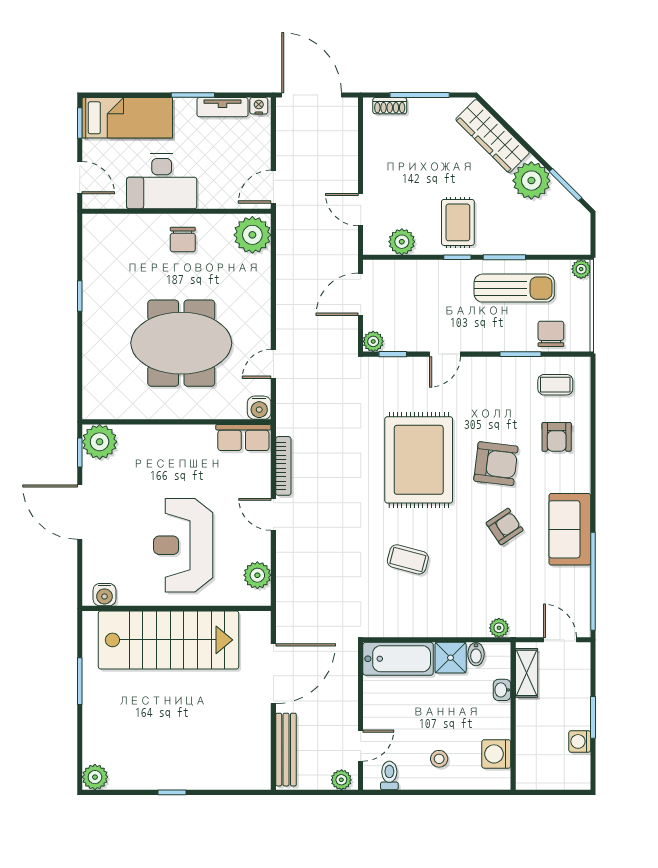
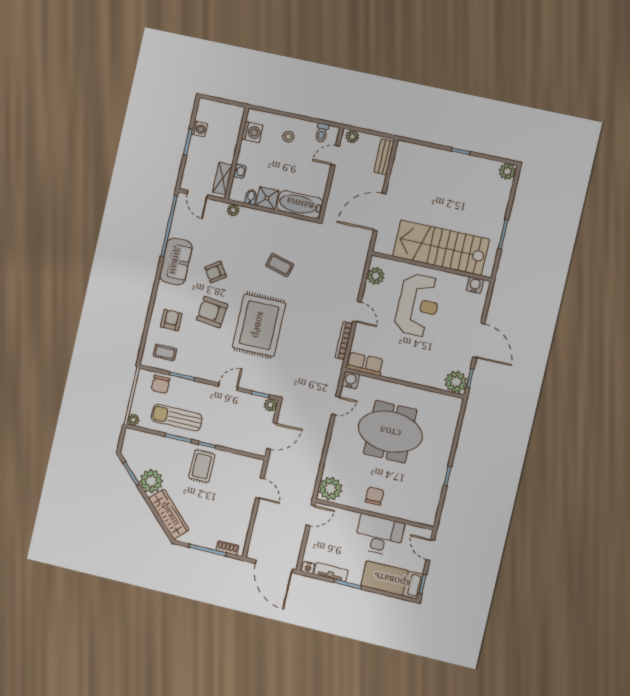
plant: (402, 242) -> (239, 462), removed
bench: (286, 750) -> (384, 157), width x0.73

